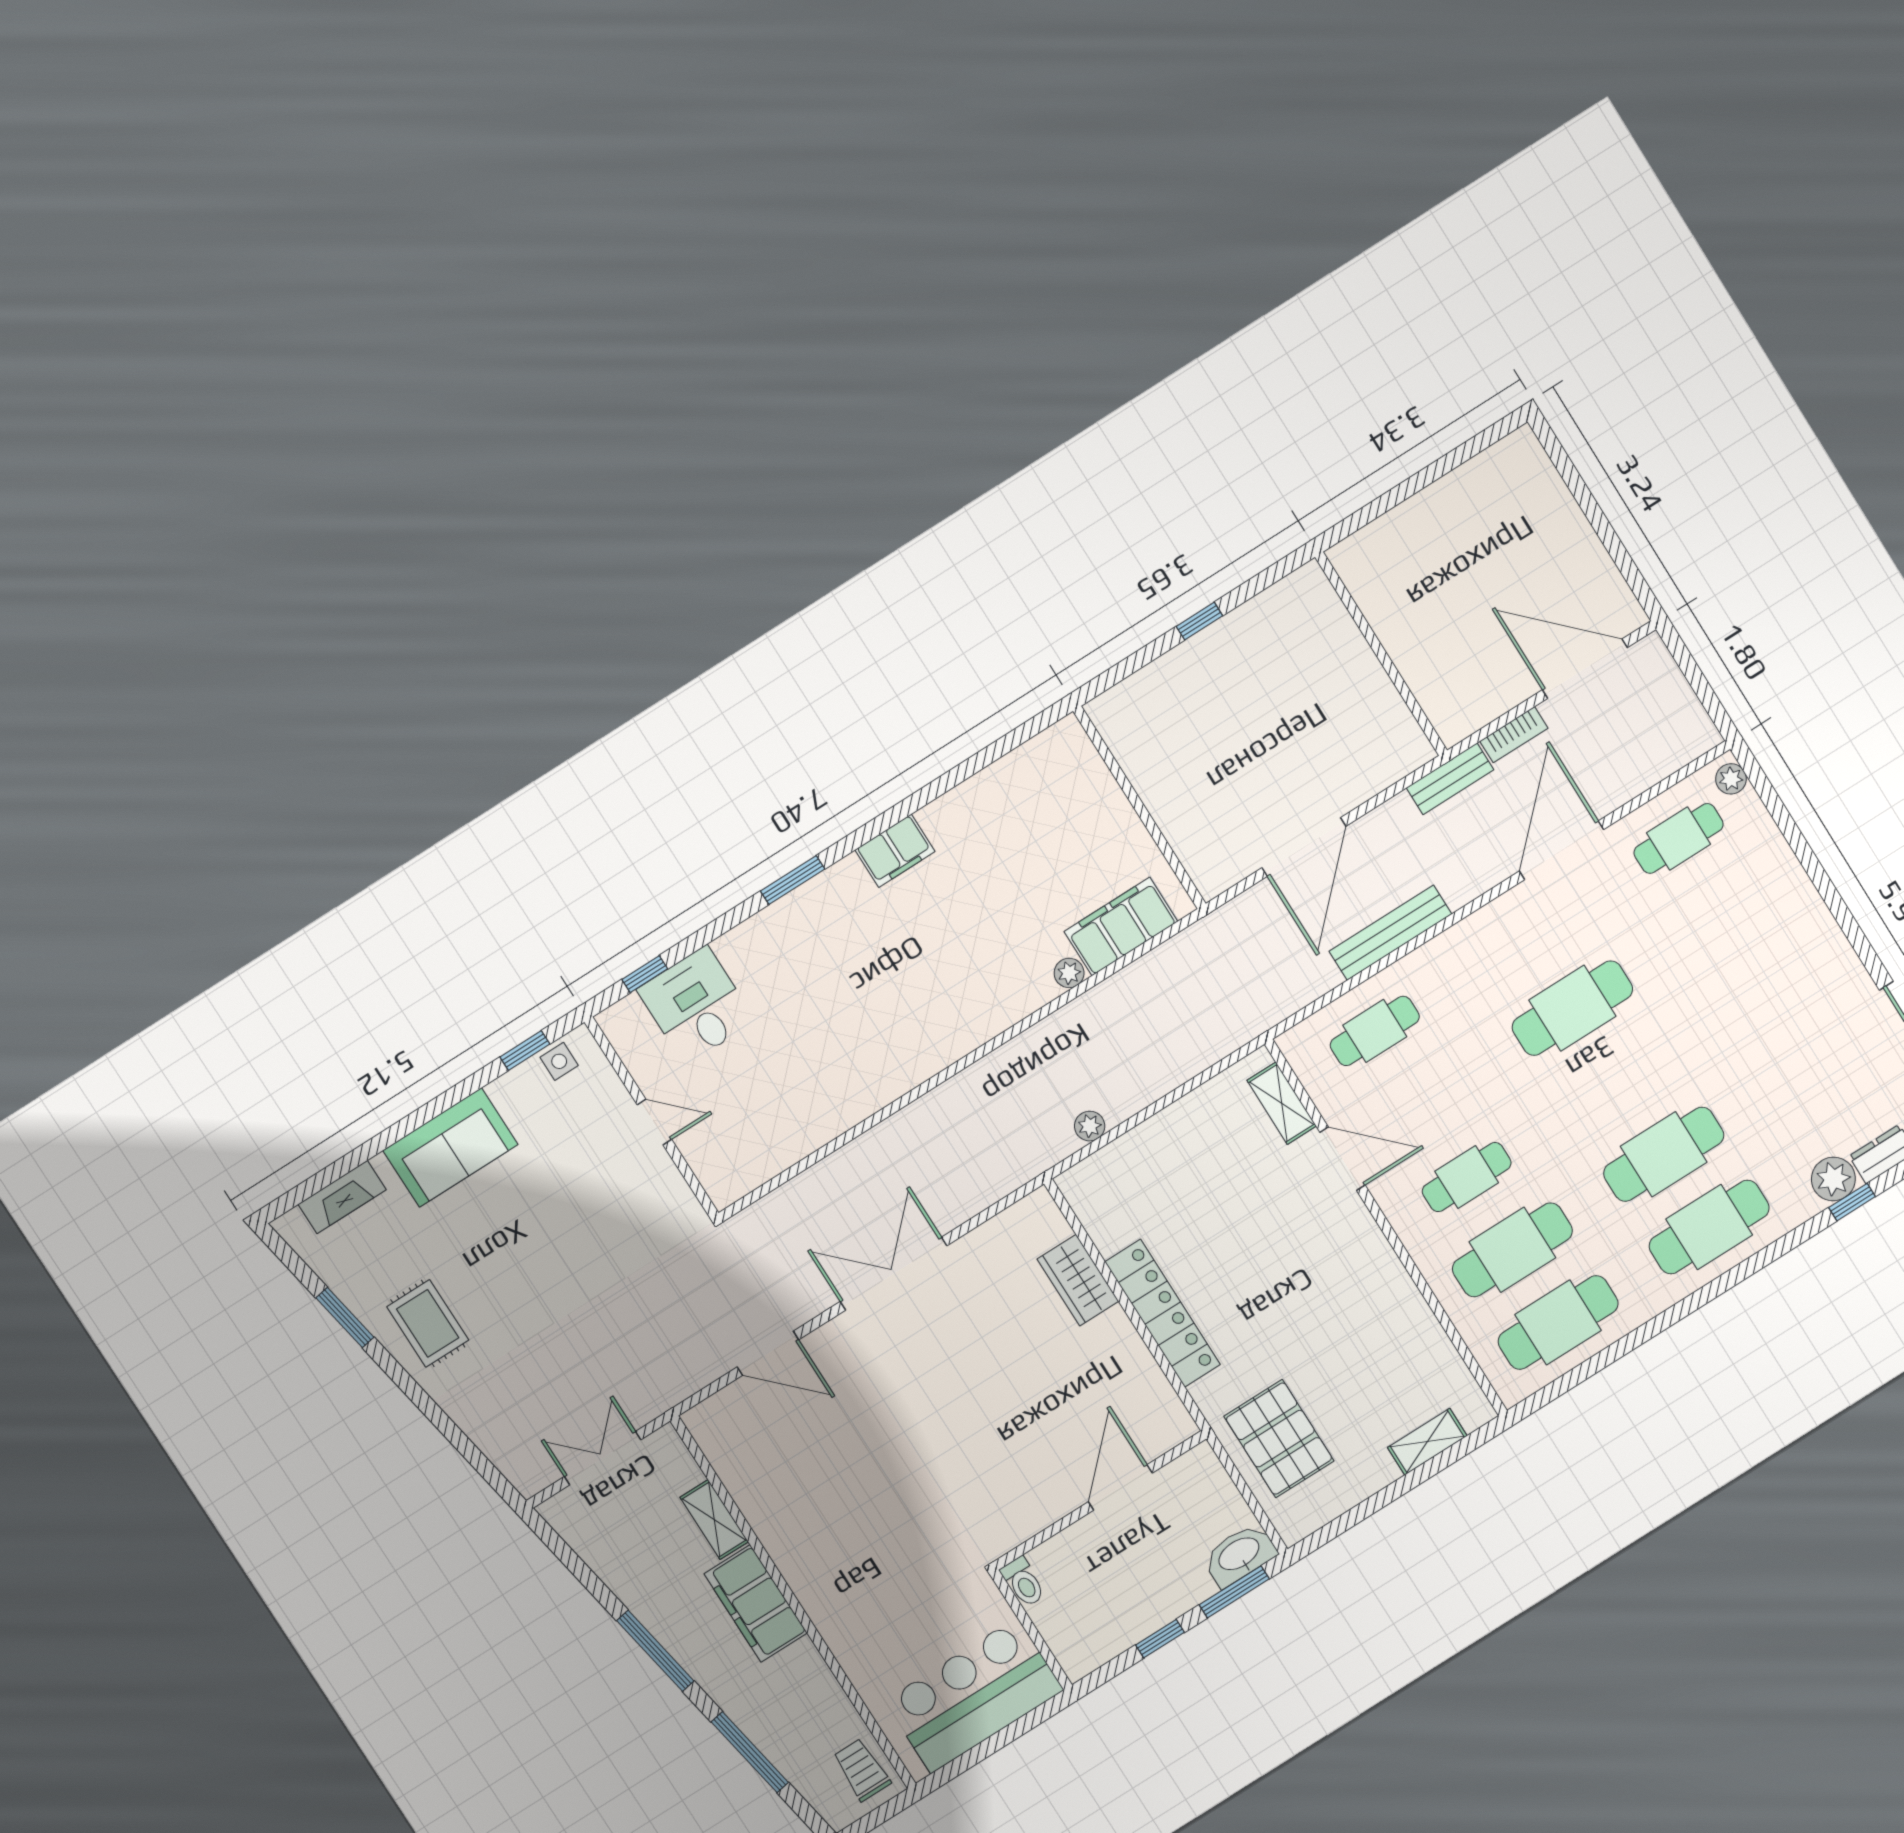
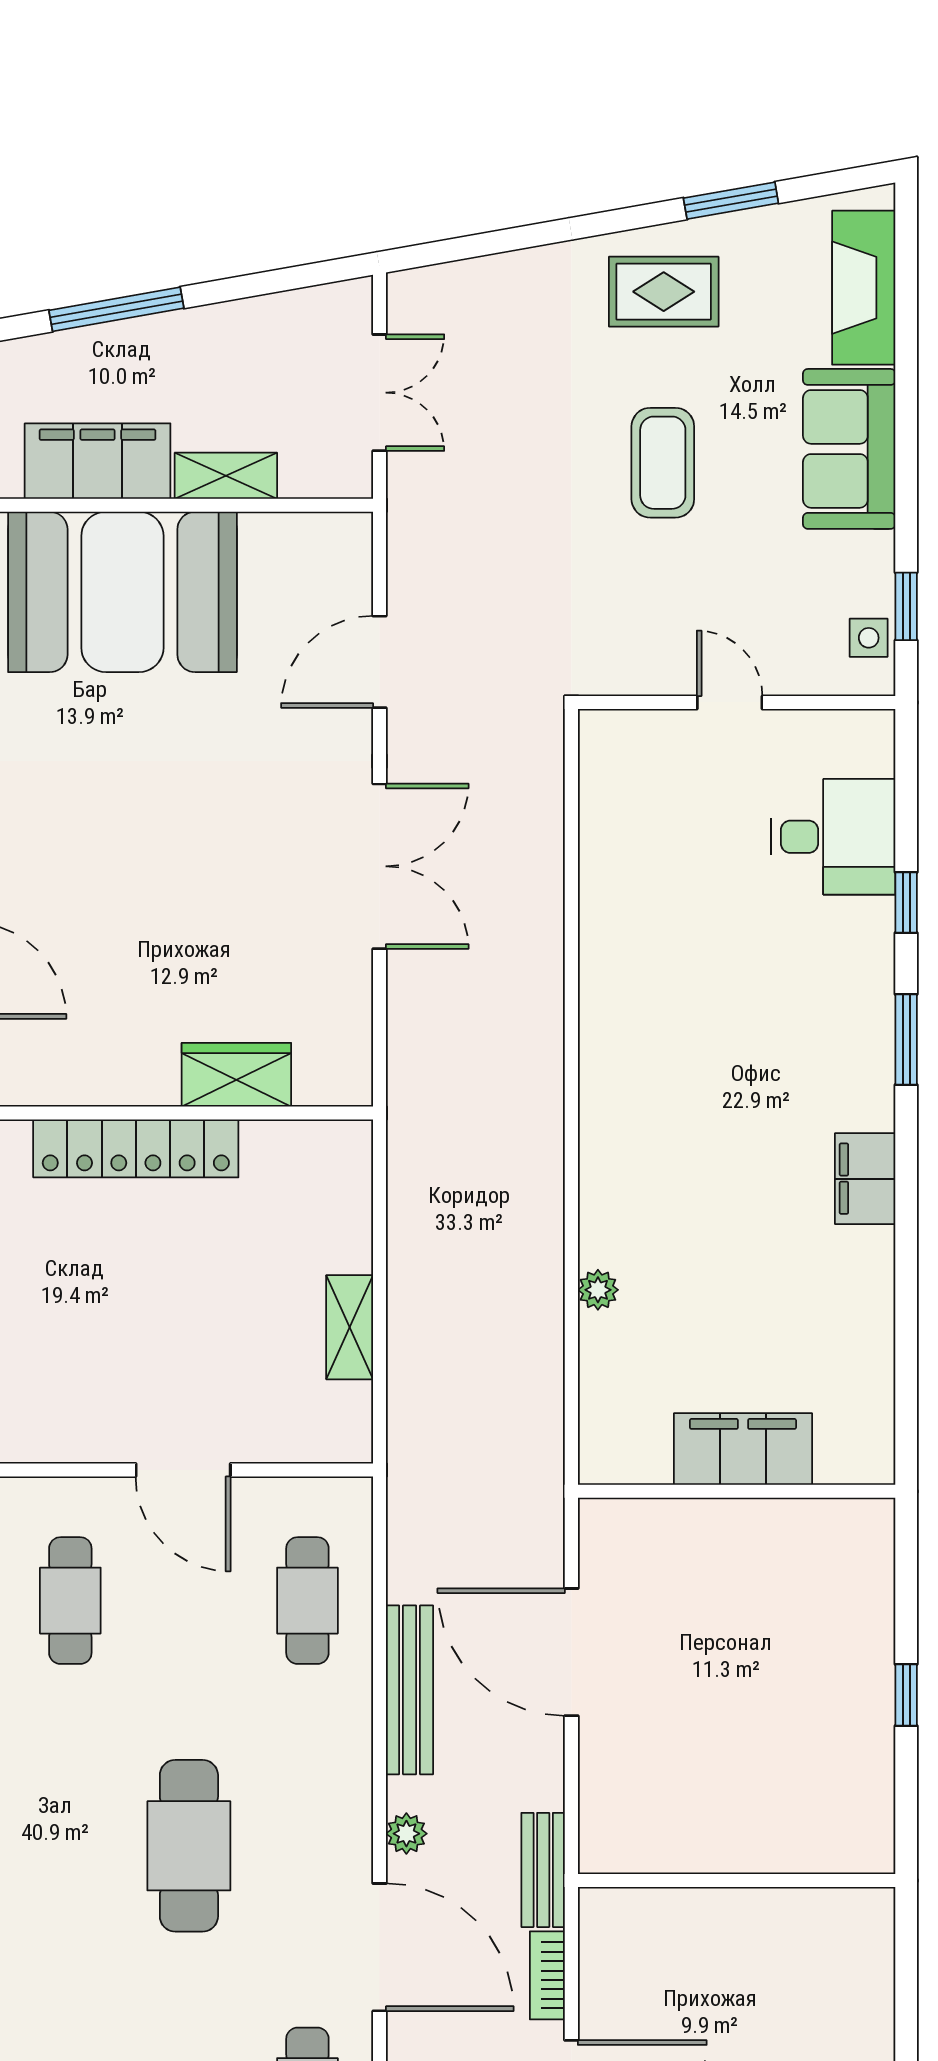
filing cabinet: (1121, 926) -> (743, 1449), moved, turned -90
window: (645, 974) -> (906, 903), moved
shelving: (1282, 1103) -> (350, 1327), moved, turned 90
door: (654, 1122) -> (730, 702), swing flipped
plant: (1090, 1126) -> (406, 1834), moved
door: (1342, 1159) -> (183, 1470), hinge flipped
fireplace: (342, 1197) -> (864, 288), width x1.37, depth x1.32
coffee table: (533, 1257) -> (663, 463), added
booth: (826, 1538) -> (122, 592), added

